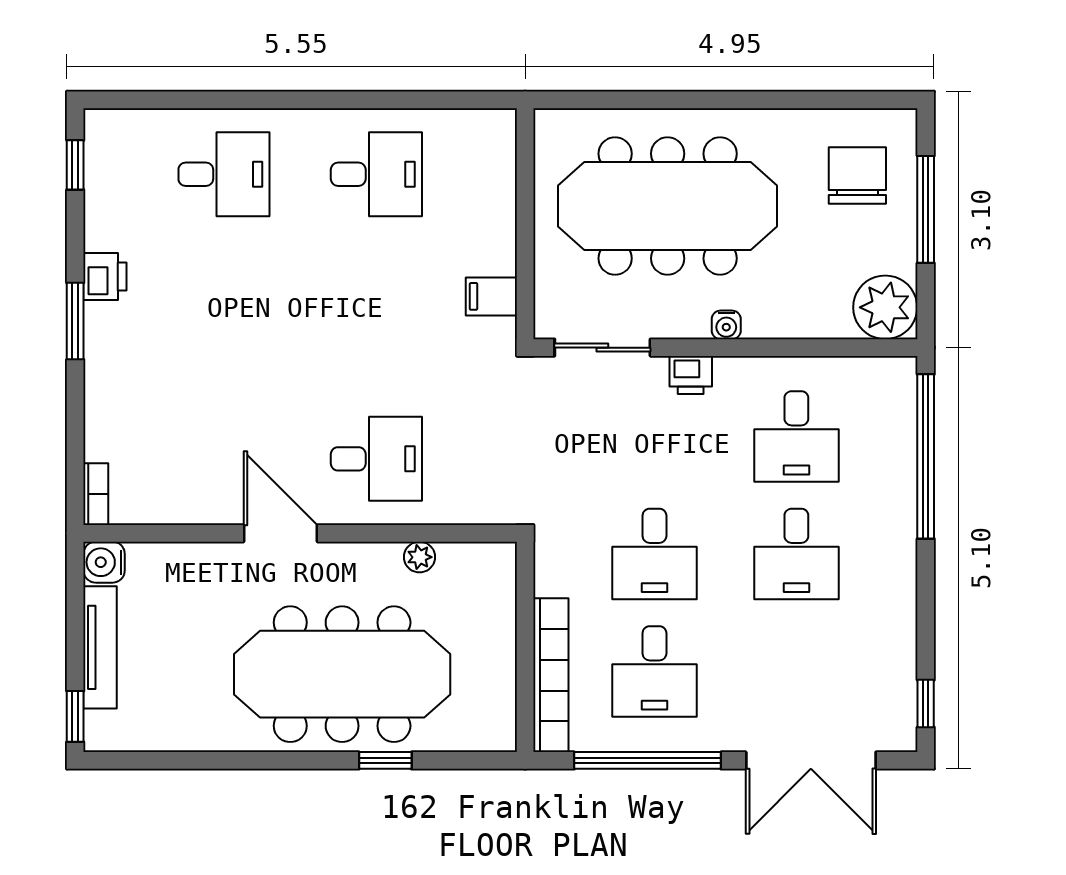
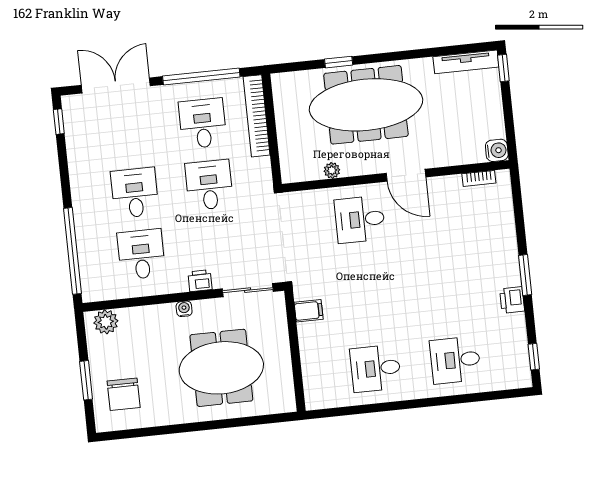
meeting table: (668, 206) -> (221, 368), width x0.73
window: (926, 209) -> (86, 380), width x0.69
plant: (885, 307) -> (106, 322), width x0.73, depth x0.73
bookcase: (96, 494) -> (479, 178), moved, turned -90
tv unit: (100, 647) -> (466, 62), moved, turned -90

